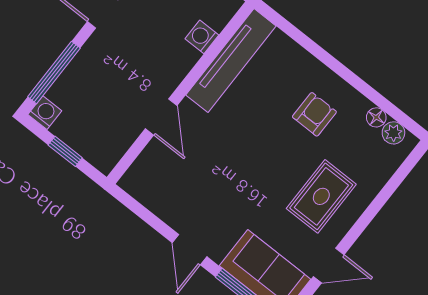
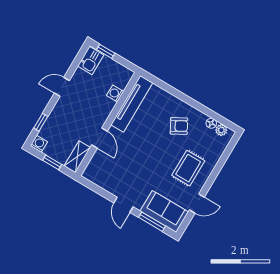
window: (54, 72) -> (41, 122), width x0.46
armchair: (314, 114) -> (179, 126), turned 61
shelving: (114, 147) -> (77, 157), added

